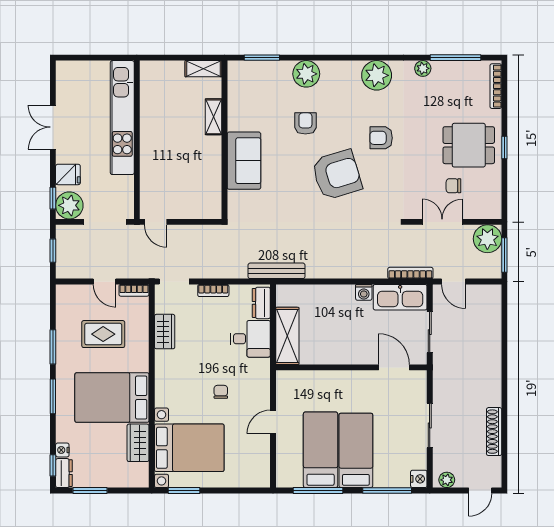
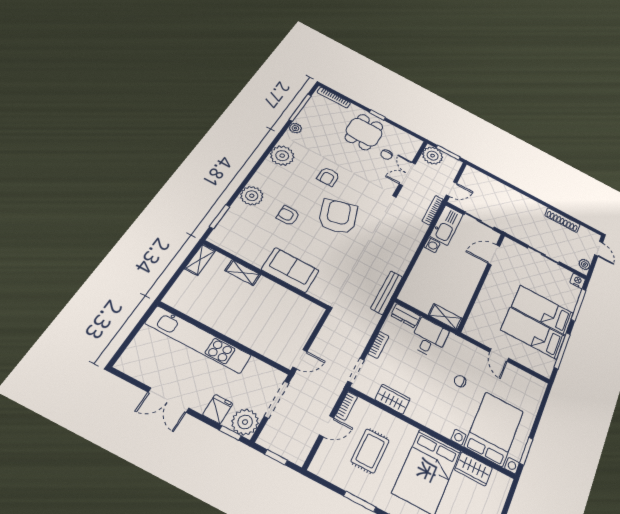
shelving: (287, 336) -> (445, 317), width x0.67, depth x0.75

